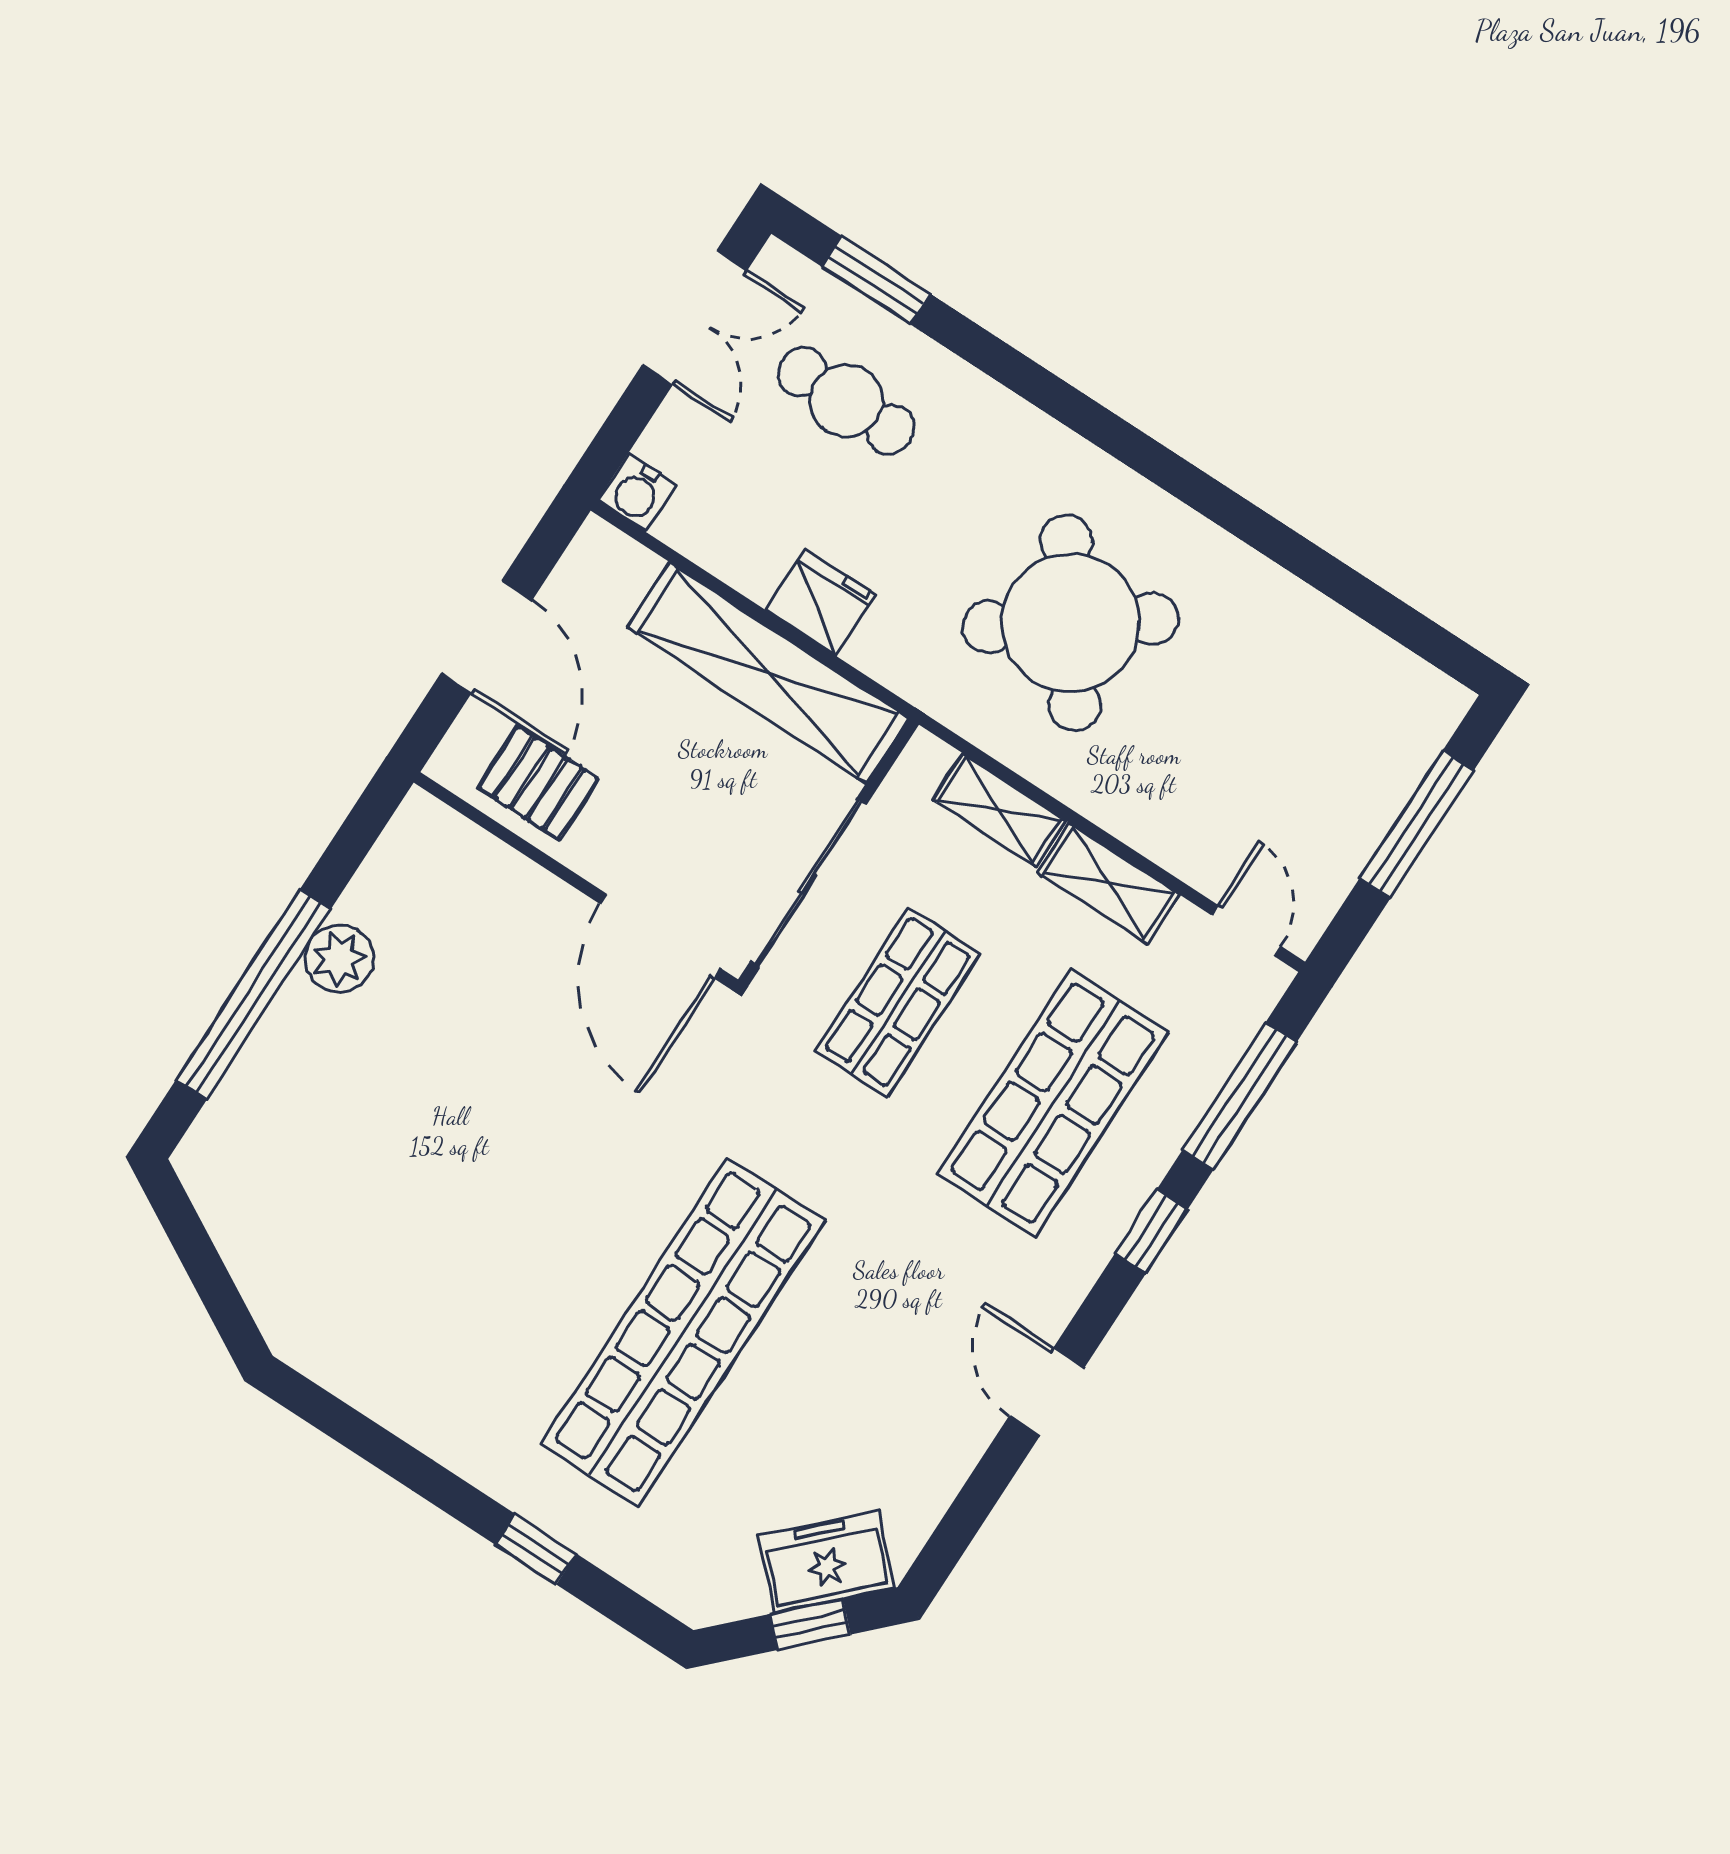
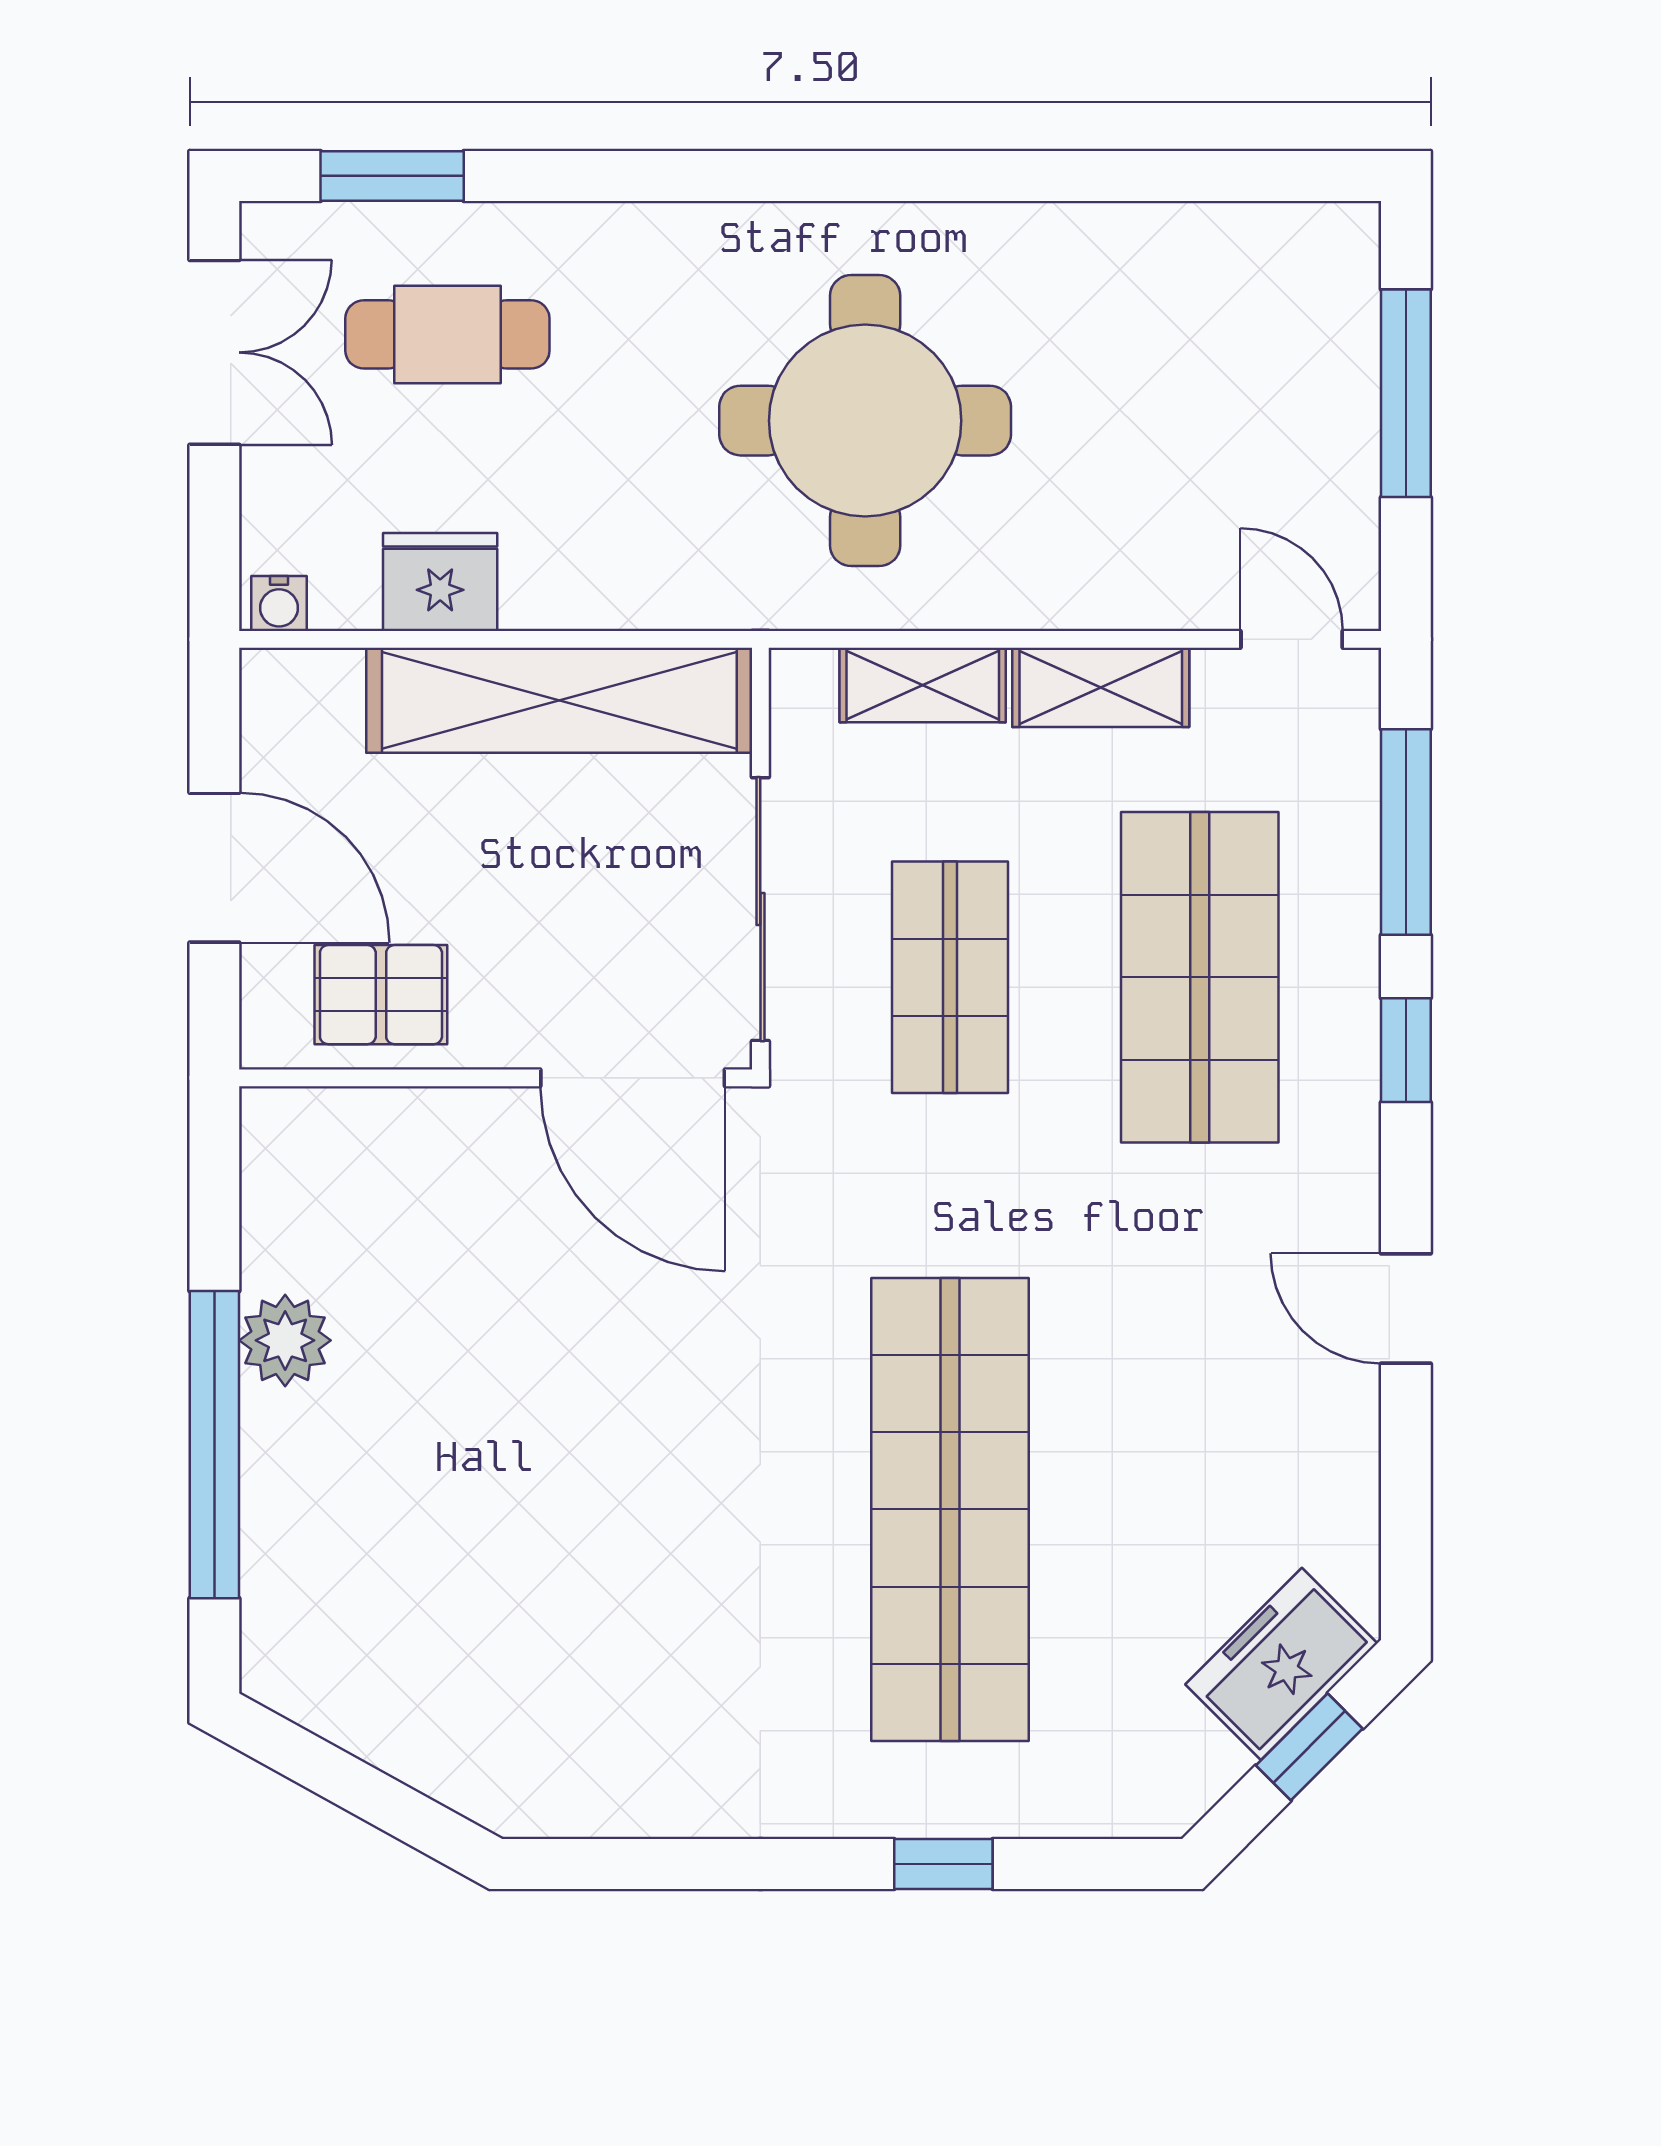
water cooler: (637, 493) -> (279, 604), width x0.72, depth x0.72
fridge: (821, 603) -> (440, 582), moved
round table: (1070, 623) -> (865, 421), turned 36

